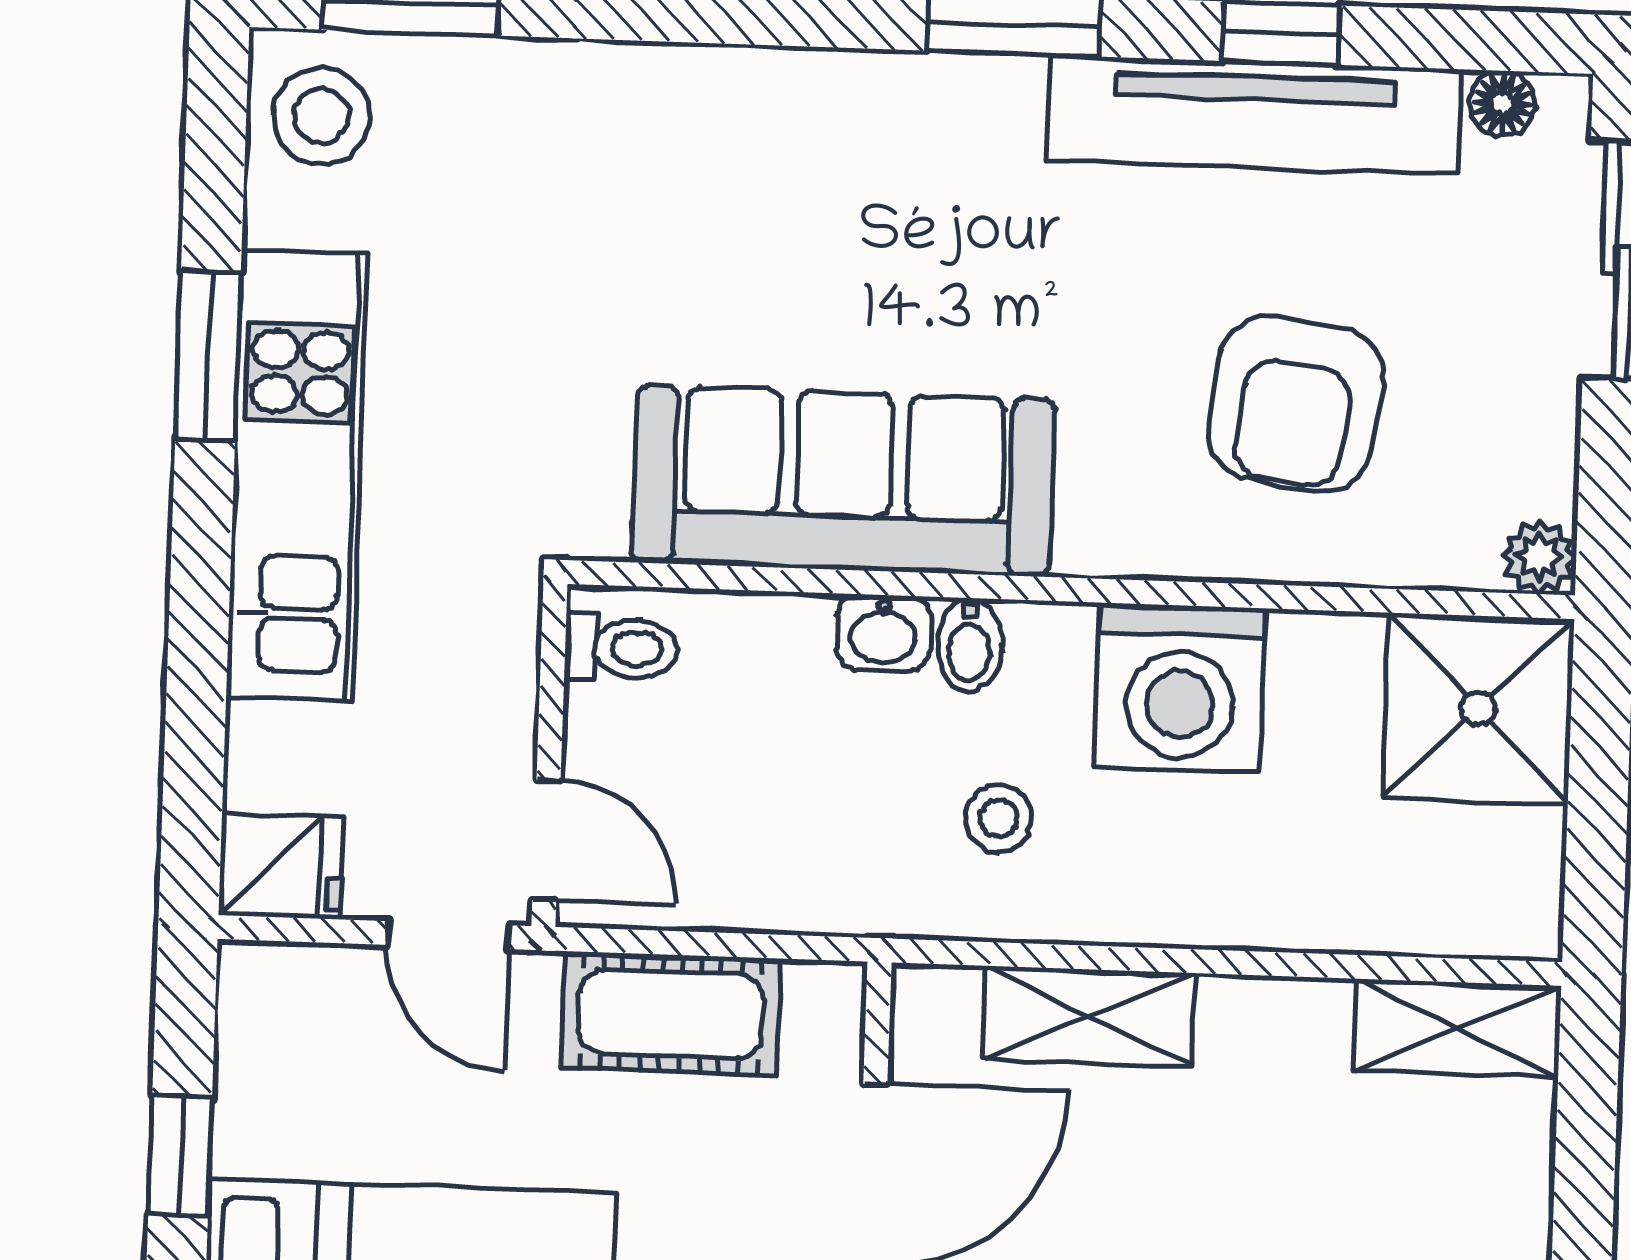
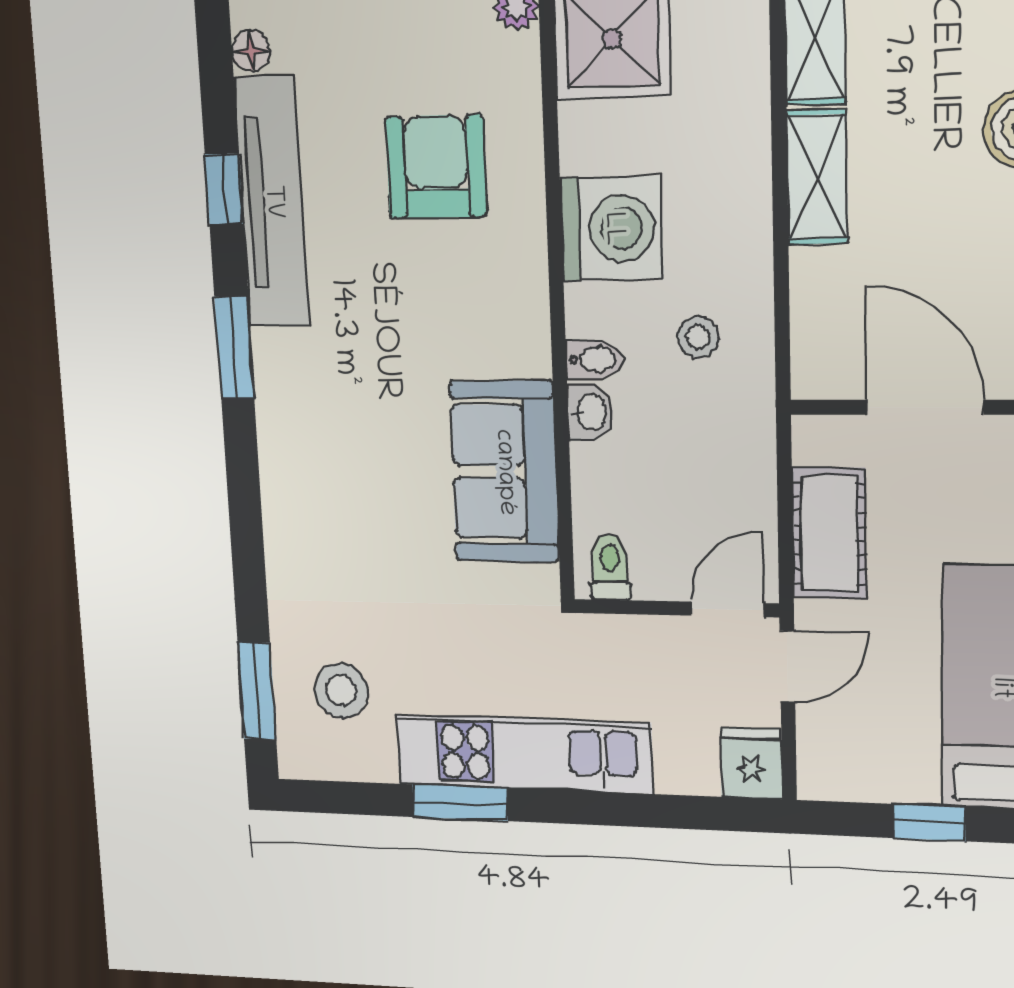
stool: (321, 116) -> (341, 690), moved
armchair: (1296, 404) -> (436, 167), turned -98
sofa: (843, 481) -> (504, 472), width x0.73
shelving: (1089, 1016) -> (817, 177), moved

